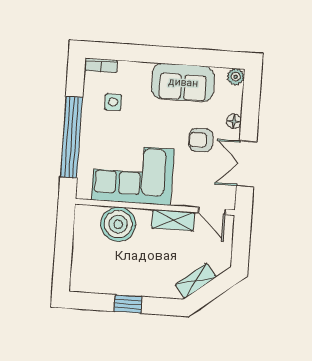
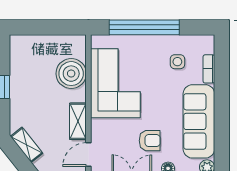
bookcase: (101, 65) -> (209, 69), moved
sofa: (183, 82) -> (199, 121), width x1.36
armchair: (201, 140) -> (150, 141), turned 90

